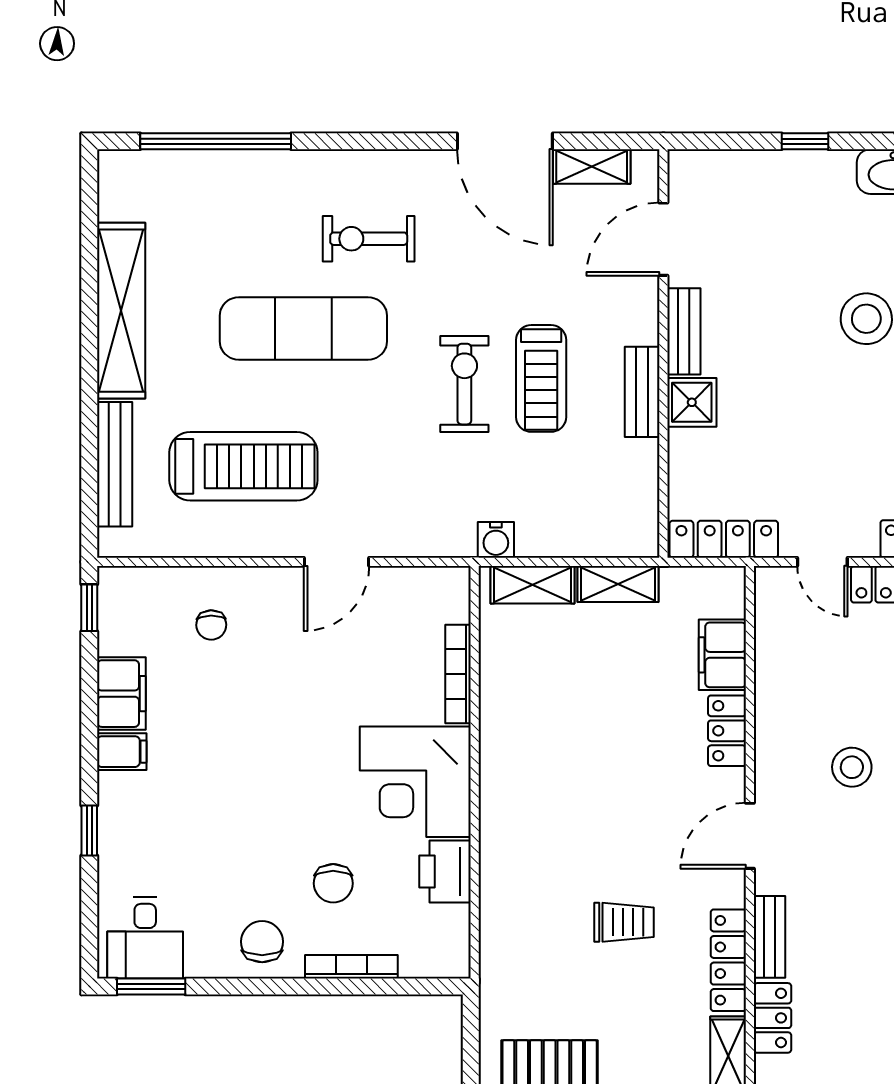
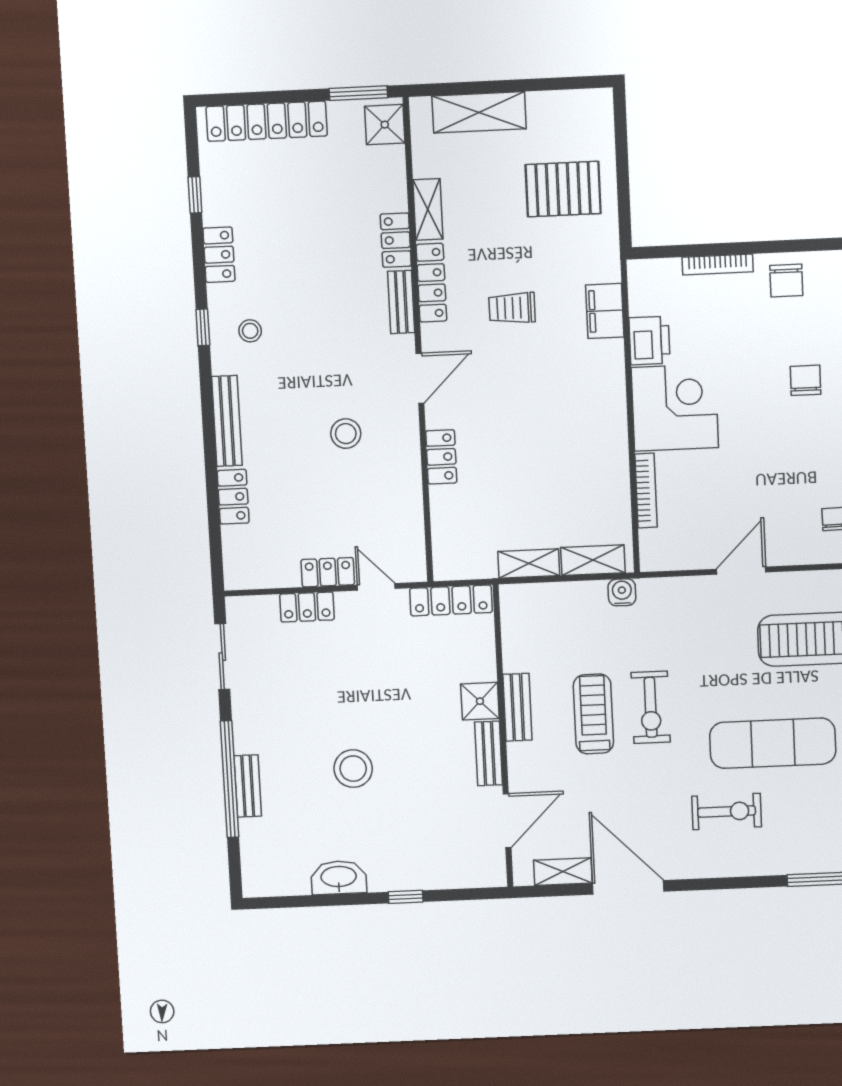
filing cabinet: (722, 655) -> (605, 311), moved, turned 180
chair: (333, 883) -> (805, 380), moved

